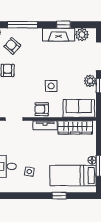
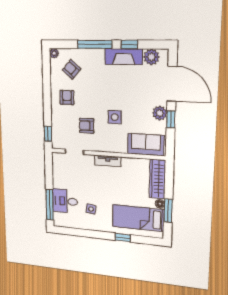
window: (22, 25) -> (95, 44), moved
armchair: (42, 109) -> (87, 126), moved
wardrobe: (75, 127) -> (157, 179), moved, turned 90

